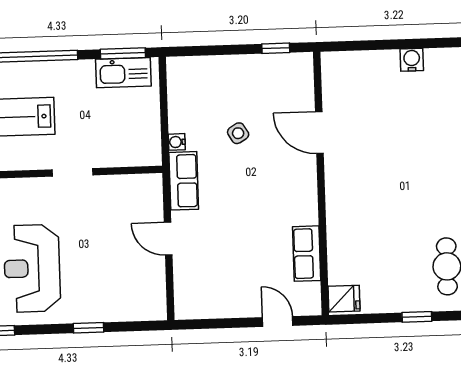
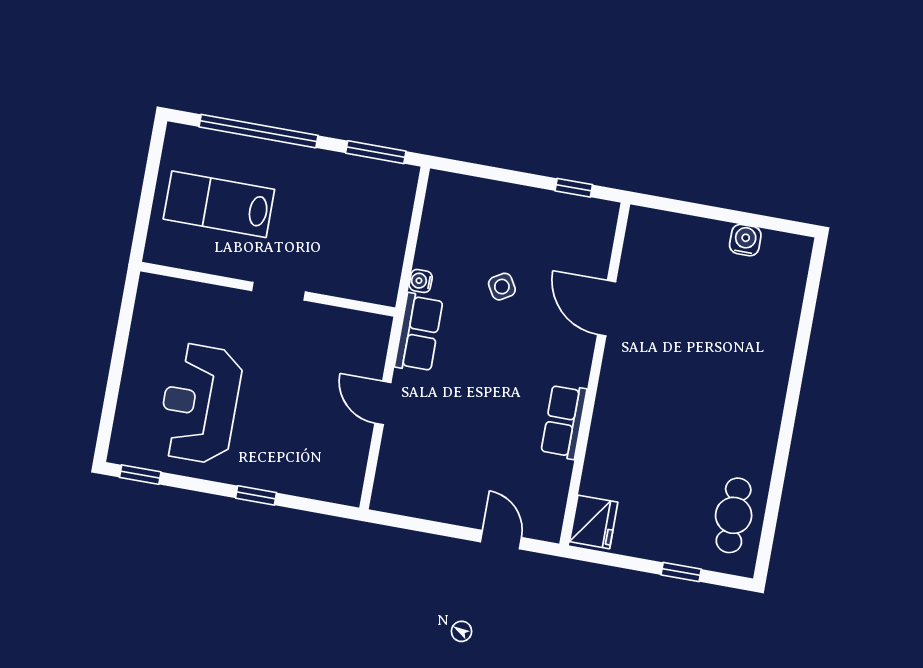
kitchen sink: (123, 73) -> (371, 177), removed
row of seats: (307, 254) -> (564, 421), moved
fridge: (344, 299) -> (594, 522), width x1.38

